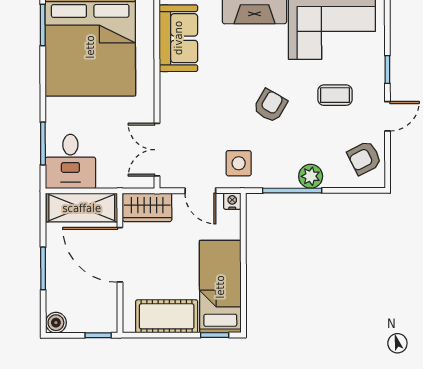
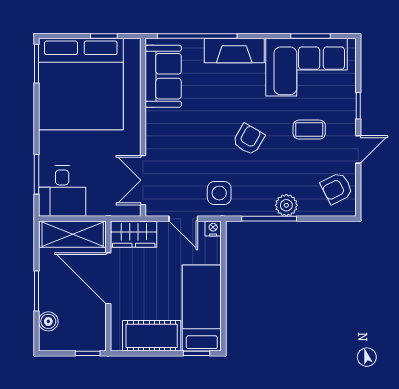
boiler: (56, 323) -> (48, 321), moved

